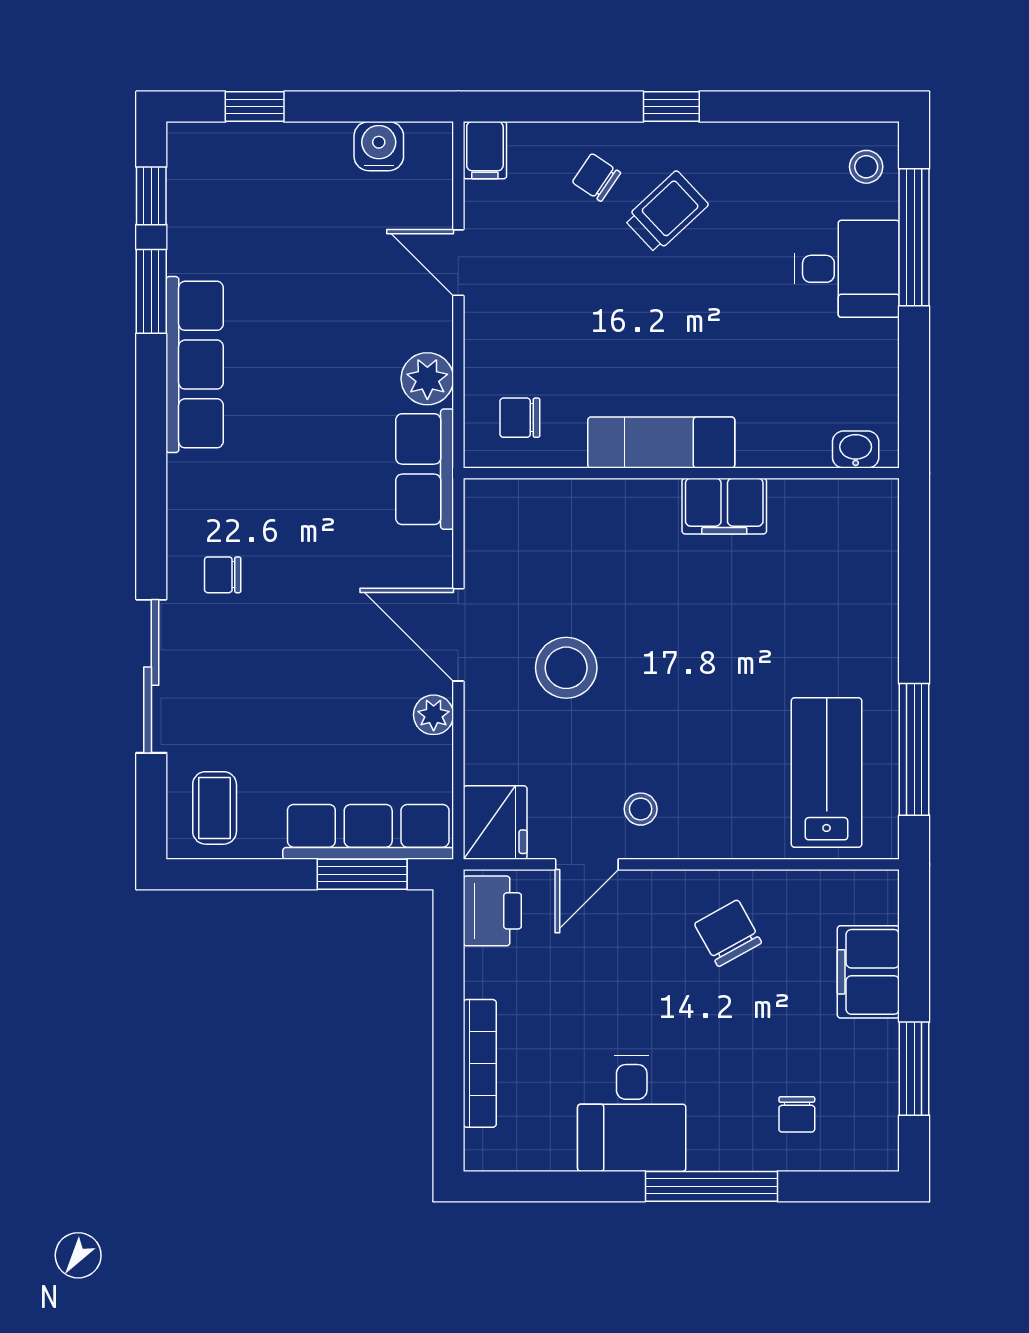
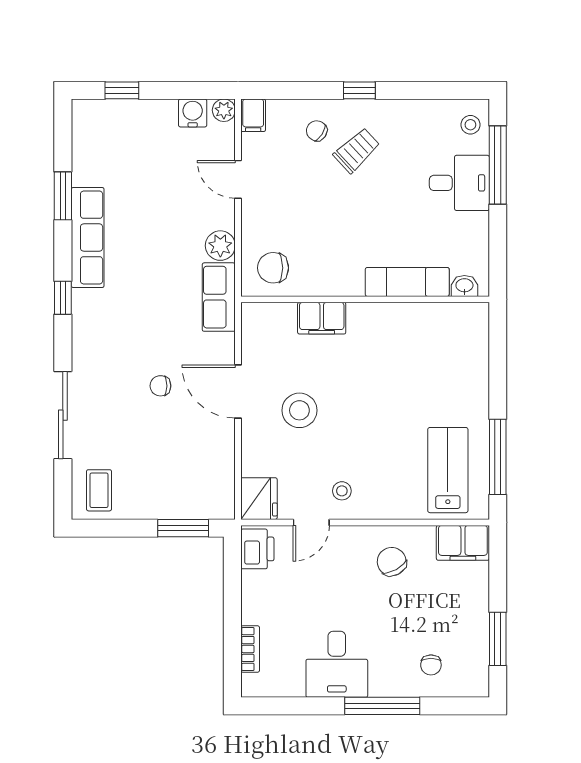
window: (151, 196) -> (63, 298), moved
chair: (520, 418) -> (273, 268), width x1.37, depth x1.37
exam couch: (661, 442) -> (407, 282), moved
filing cabinet: (724, 506) -> (322, 318), moved
chair: (223, 575) -> (160, 386), moved
plant: (434, 715) -> (224, 110), moved
row of seats: (368, 832) -> (187, 504), removed
filing cabinet: (868, 972) -> (463, 543), moved, turned -90
bookcase: (480, 1063) -> (250, 649), width x0.64

